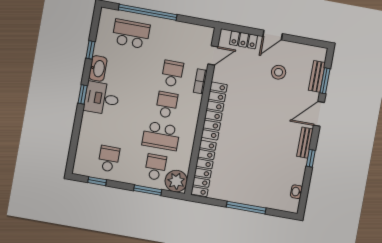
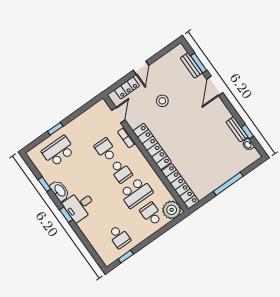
window: (148, 12) -> (55, 129), width x0.32
stool: (279, 72) -> (162, 101), moved
school desk: (167, 105) -> (121, 171), turned 180
bench: (305, 143) -> (237, 129), moved
window: (311, 158) -> (247, 132), moved
school desk: (109, 159) -> (119, 237), turned 180
window: (148, 190) -> (160, 232), removed

